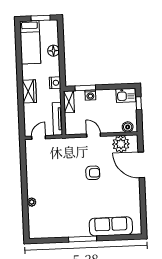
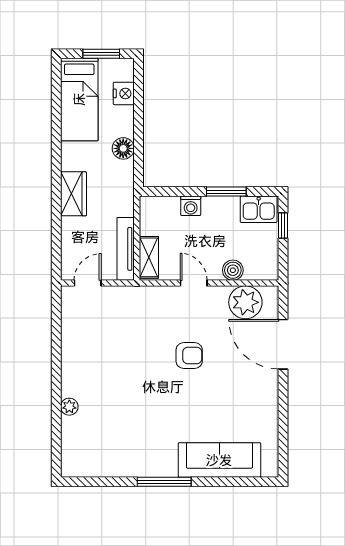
floor lamp: (53, 51) -> (123, 148), moved
nightstand: (55, 83) -> (124, 93), moved
window: (85, 88) -> (226, 192), moved
shelving: (69, 102) -> (149, 257), moved
boiler: (128, 127) -> (233, 270), moved

